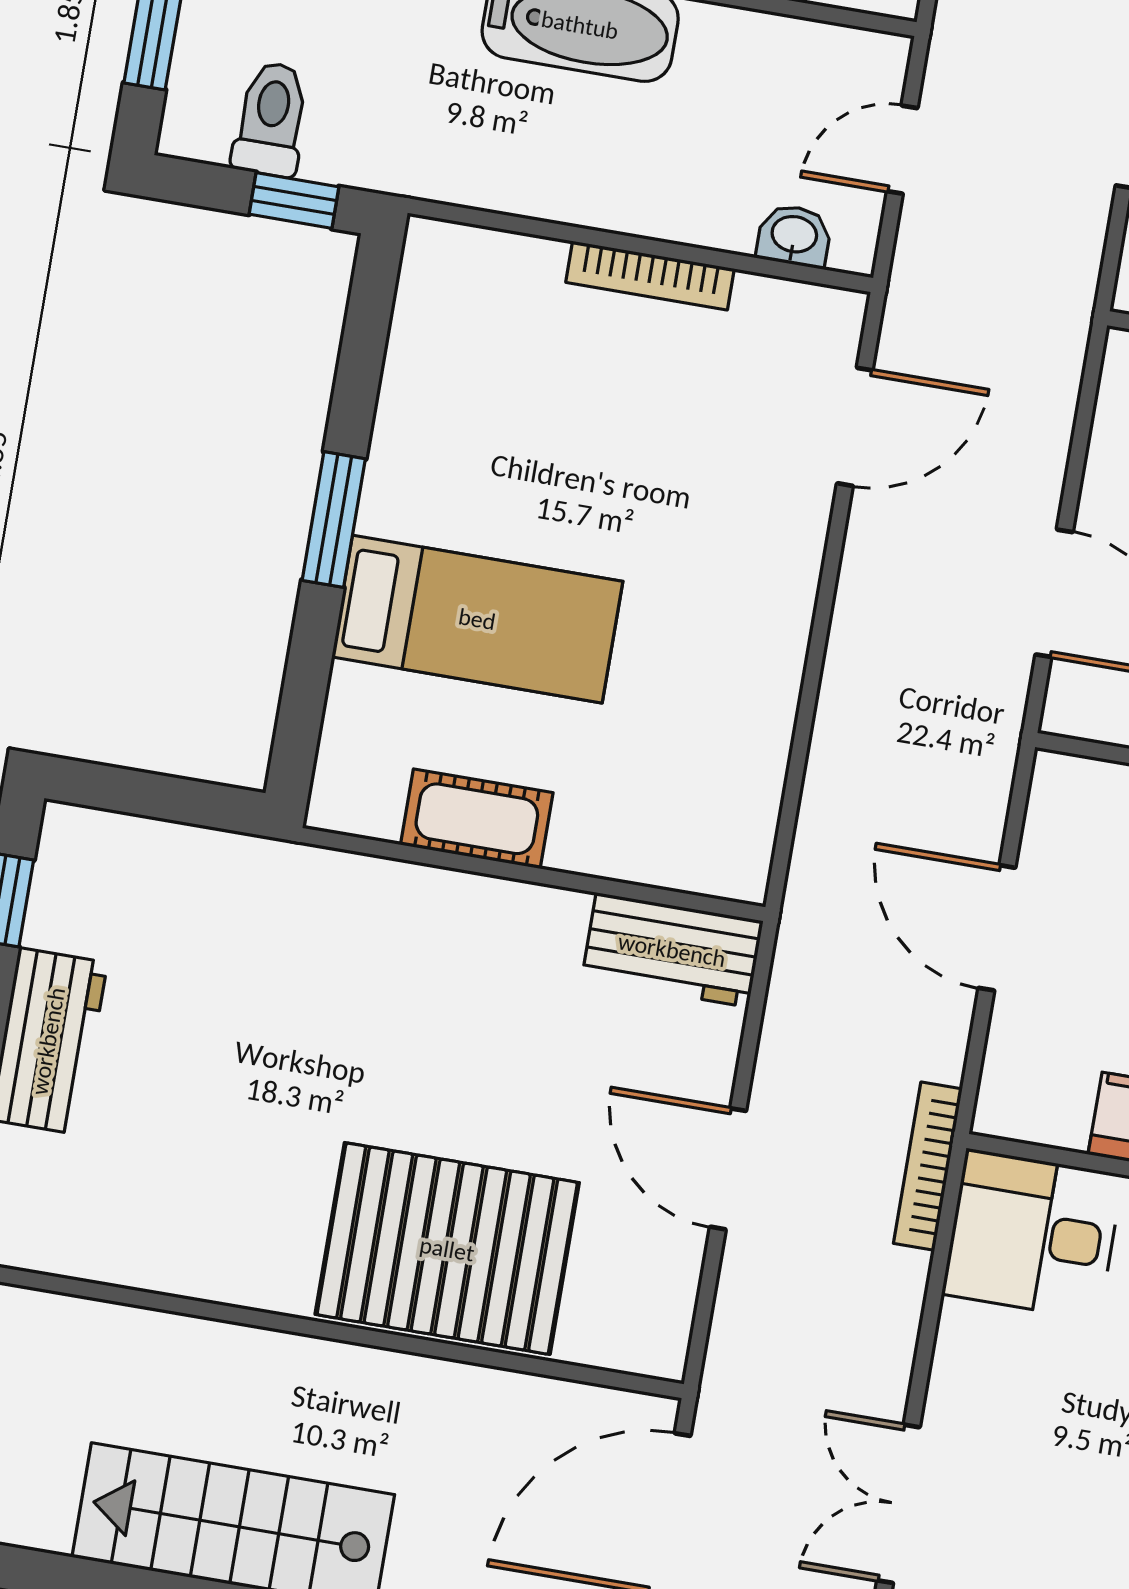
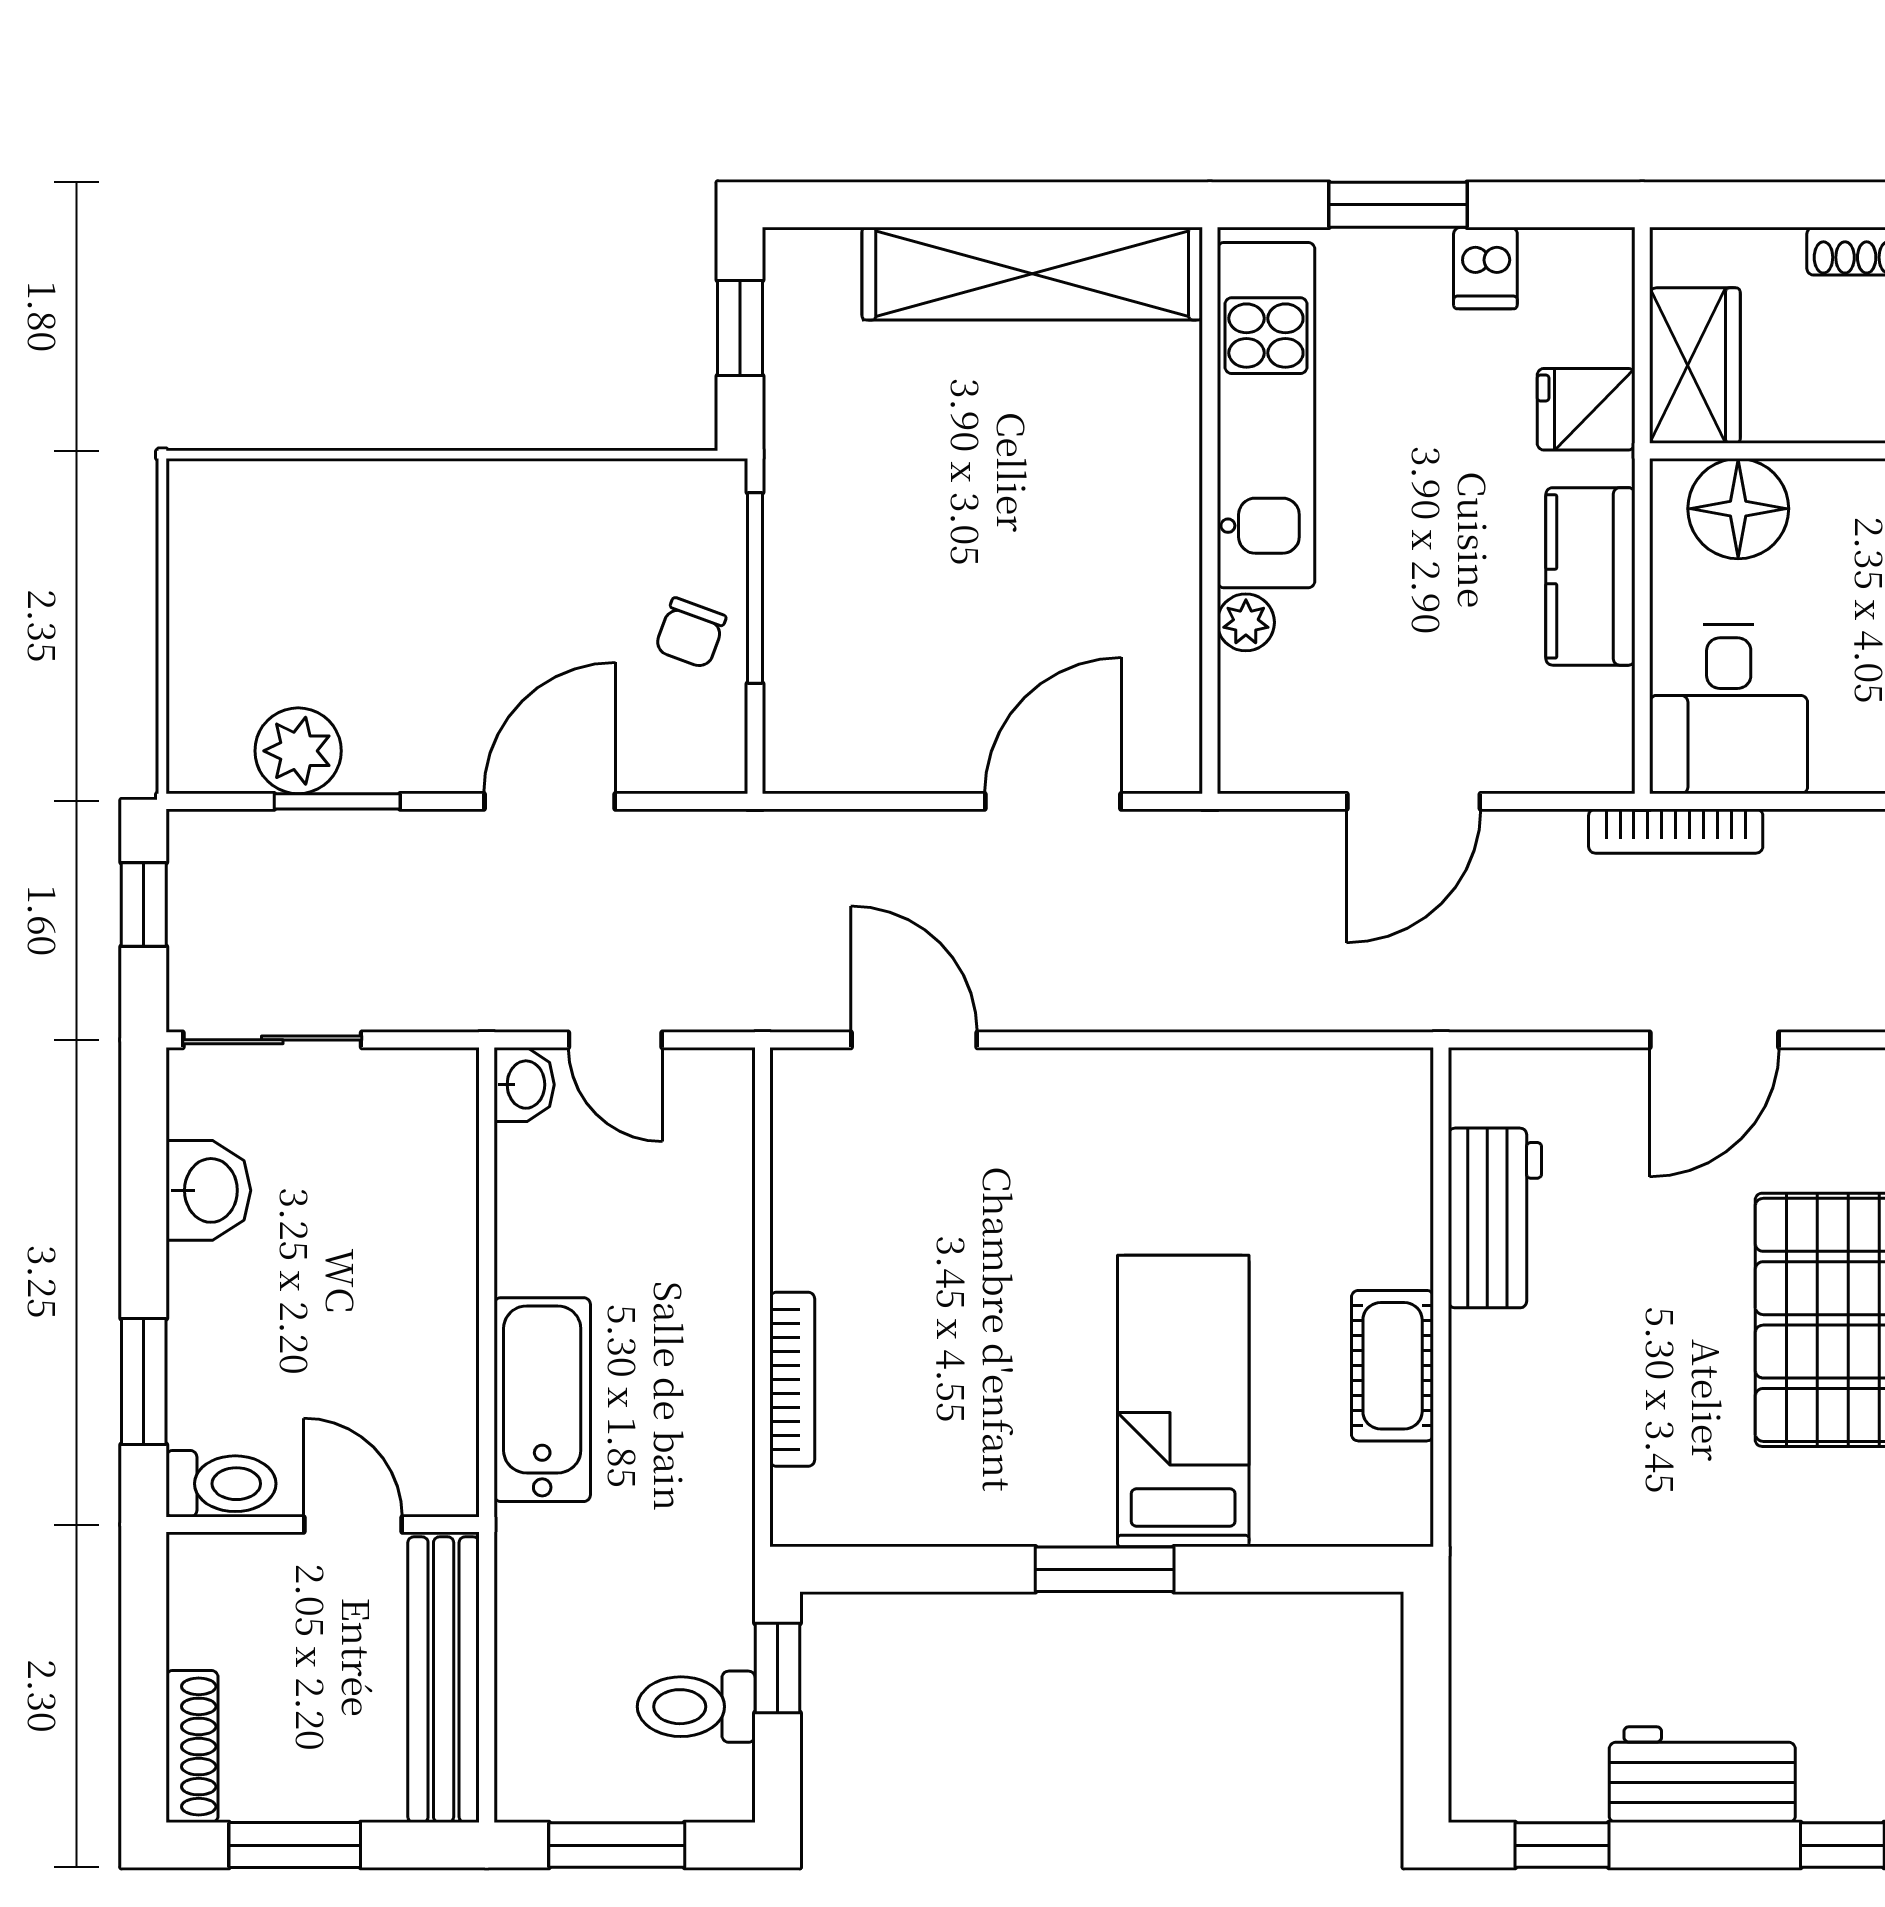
washbasin: (794, 236) -> (524, 1085), moved, turned 180
bookcase: (650, 275) -> (792, 1379), moved
workbench: (672, 950) -> (1495, 1218), moved

